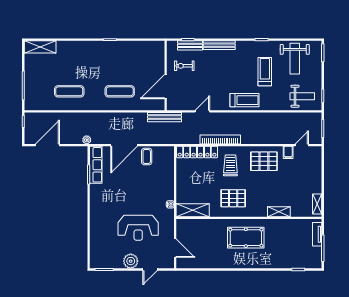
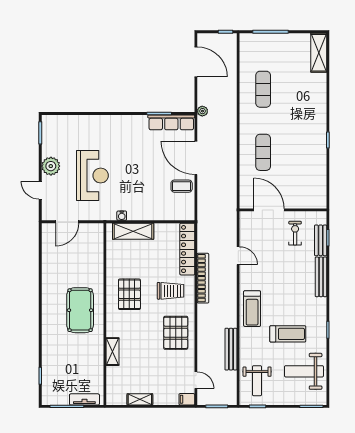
bench: (164, 117) -> (231, 349), moved
filing cabinet: (288, 152) -> (187, 399), moved
shelving: (317, 204) -> (140, 399), moved
shelving: (193, 210) -> (133, 231), moved, turned 90
reception desk: (138, 228) -> (92, 176), turned 180

